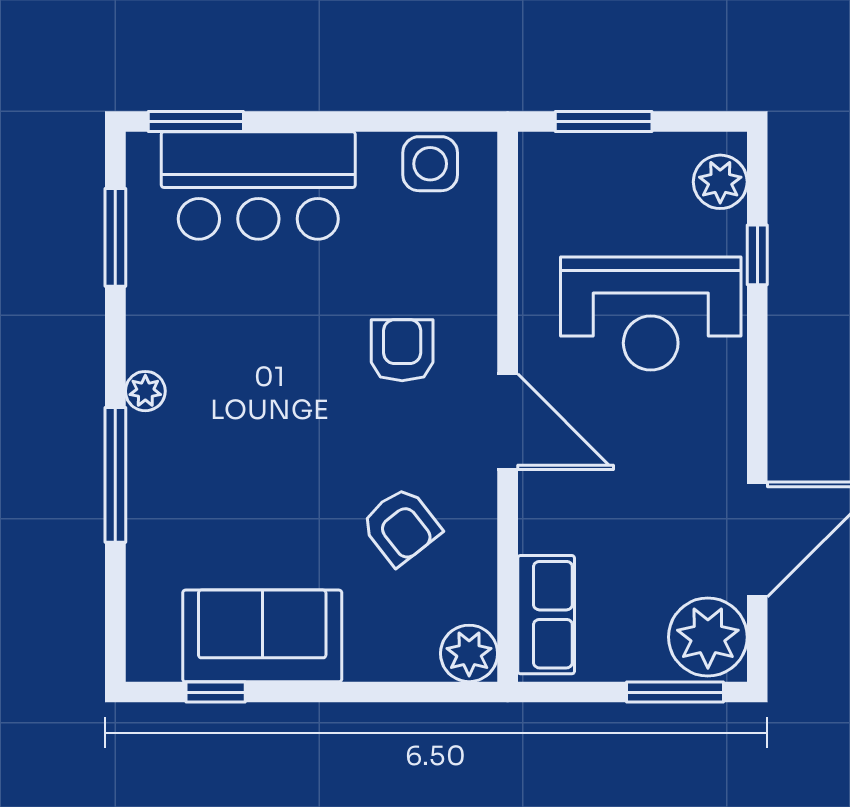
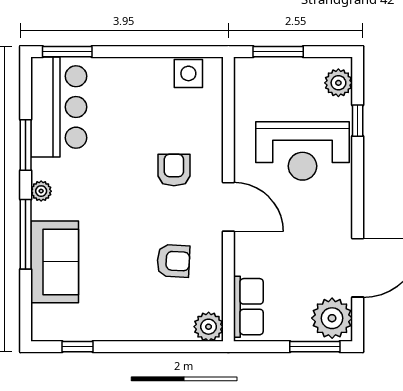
bar counter: (258, 185) -> (59, 107), moved, turned -90
window: (115, 237) -> (26, 145), moved
armchair: (401, 526) -> (173, 261), turned -49
sofa: (262, 636) -> (55, 262), moved, turned 90

